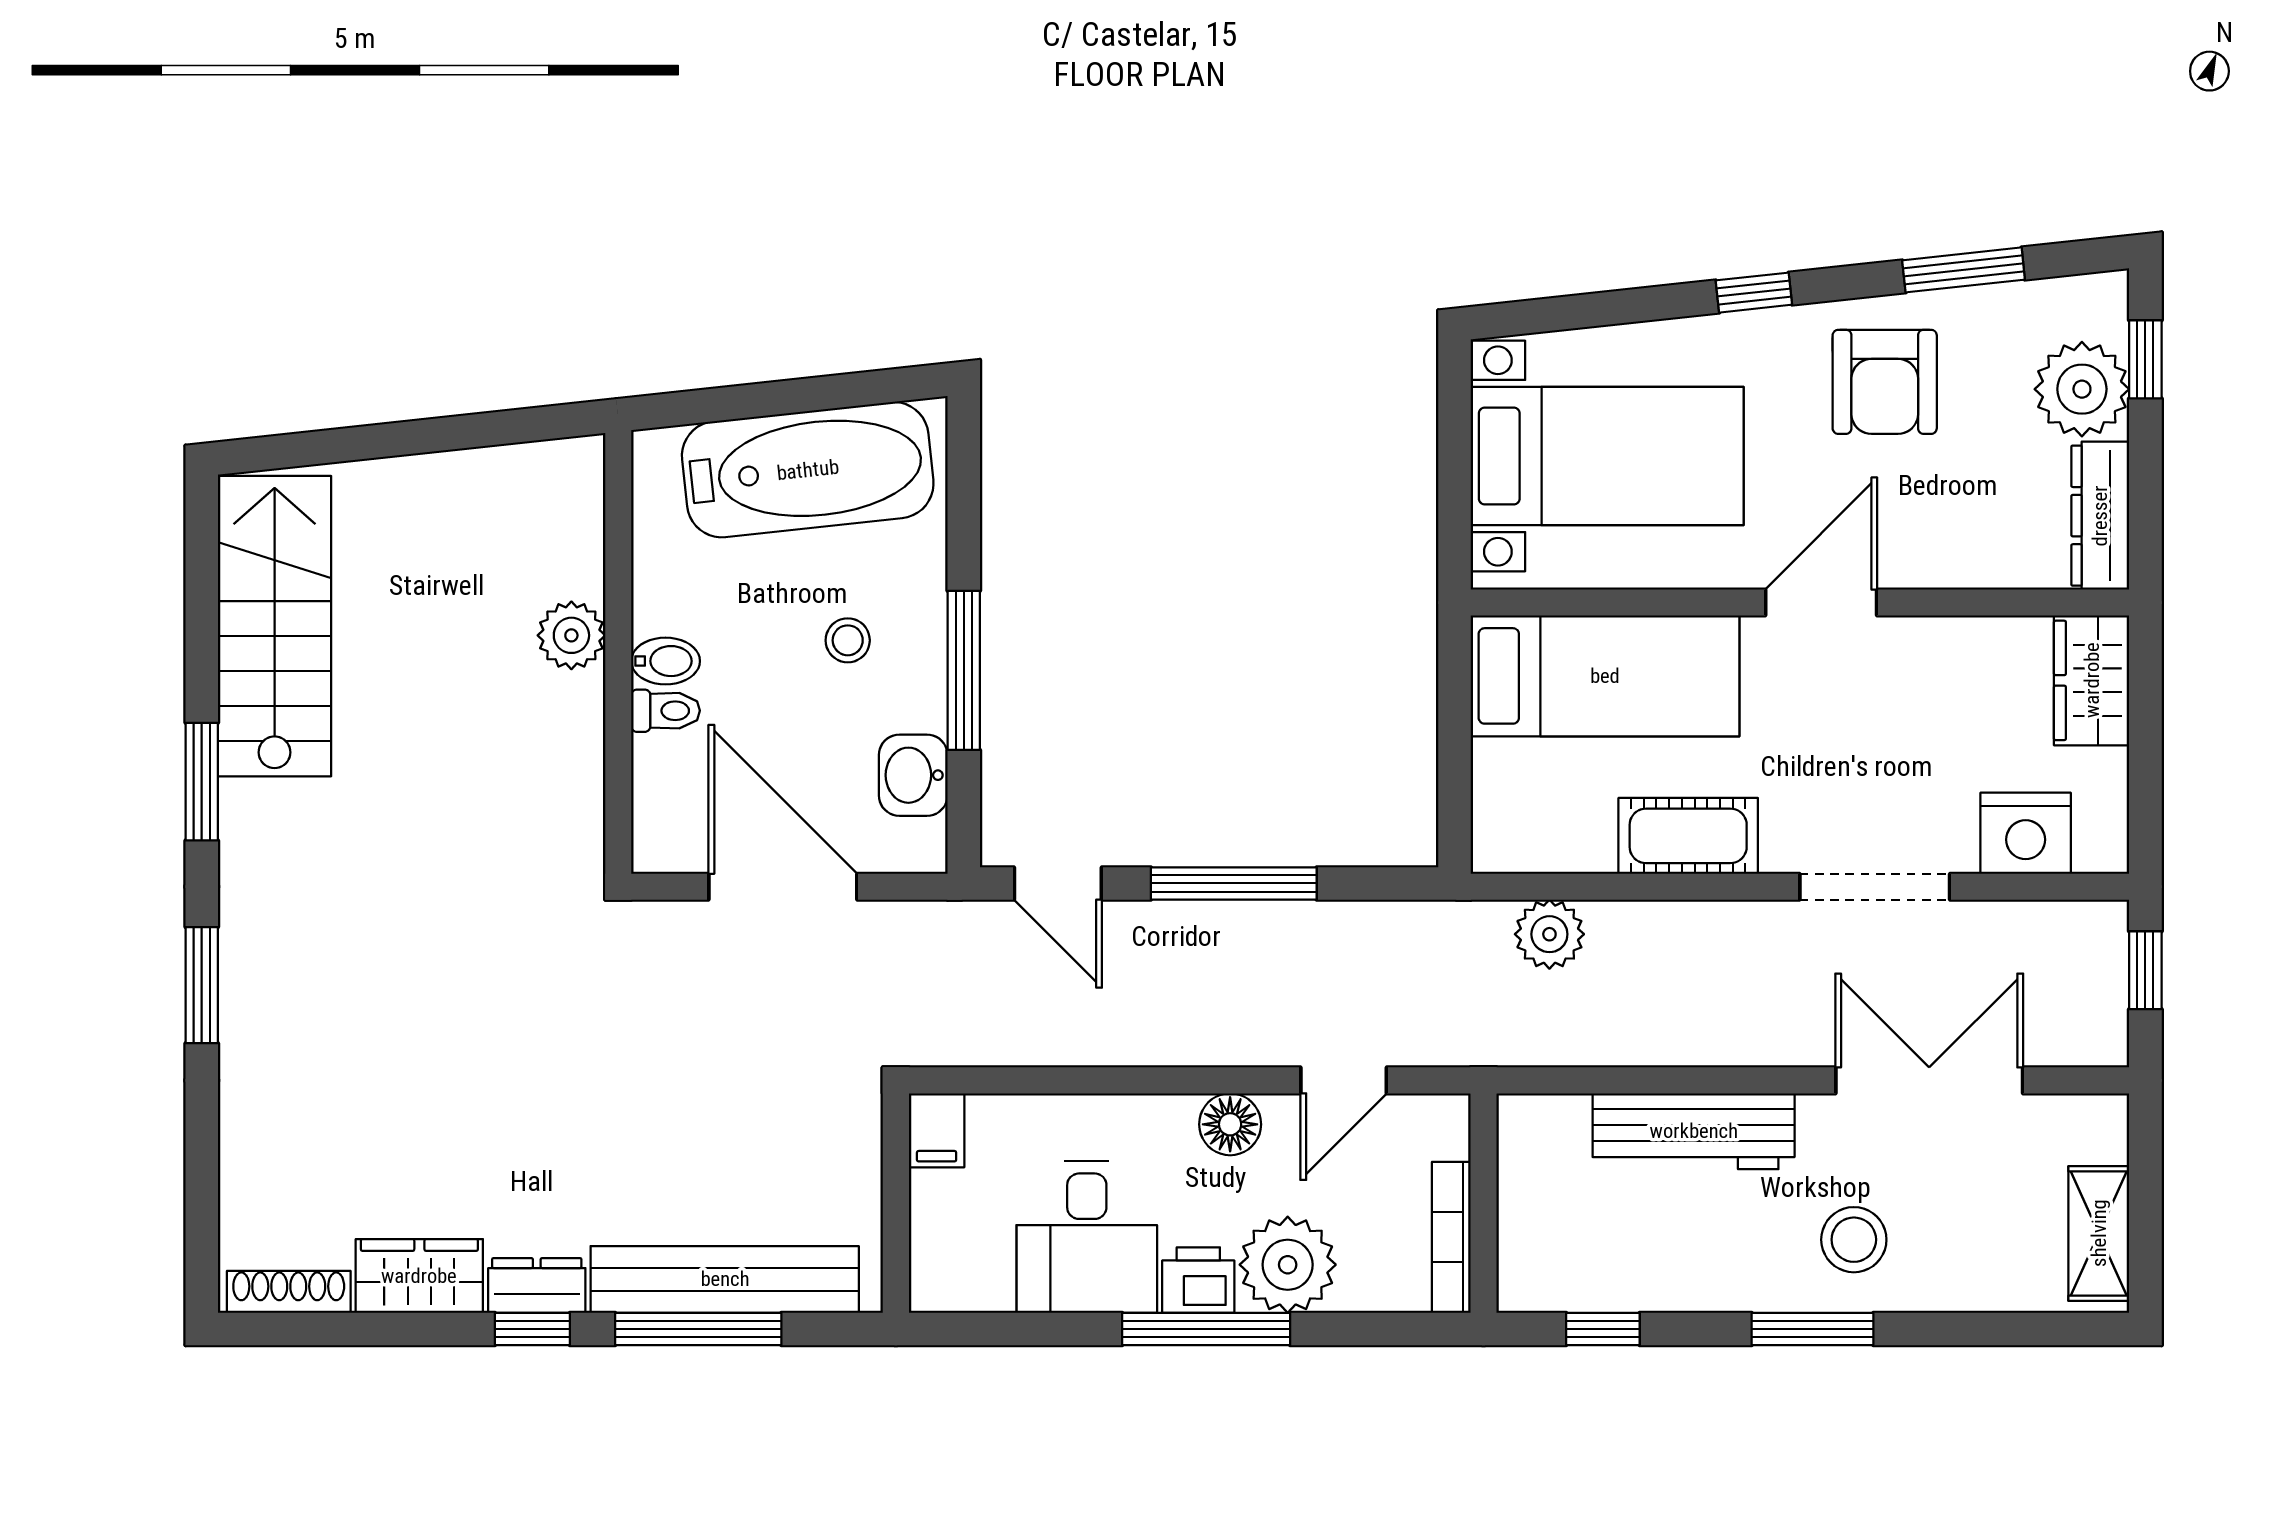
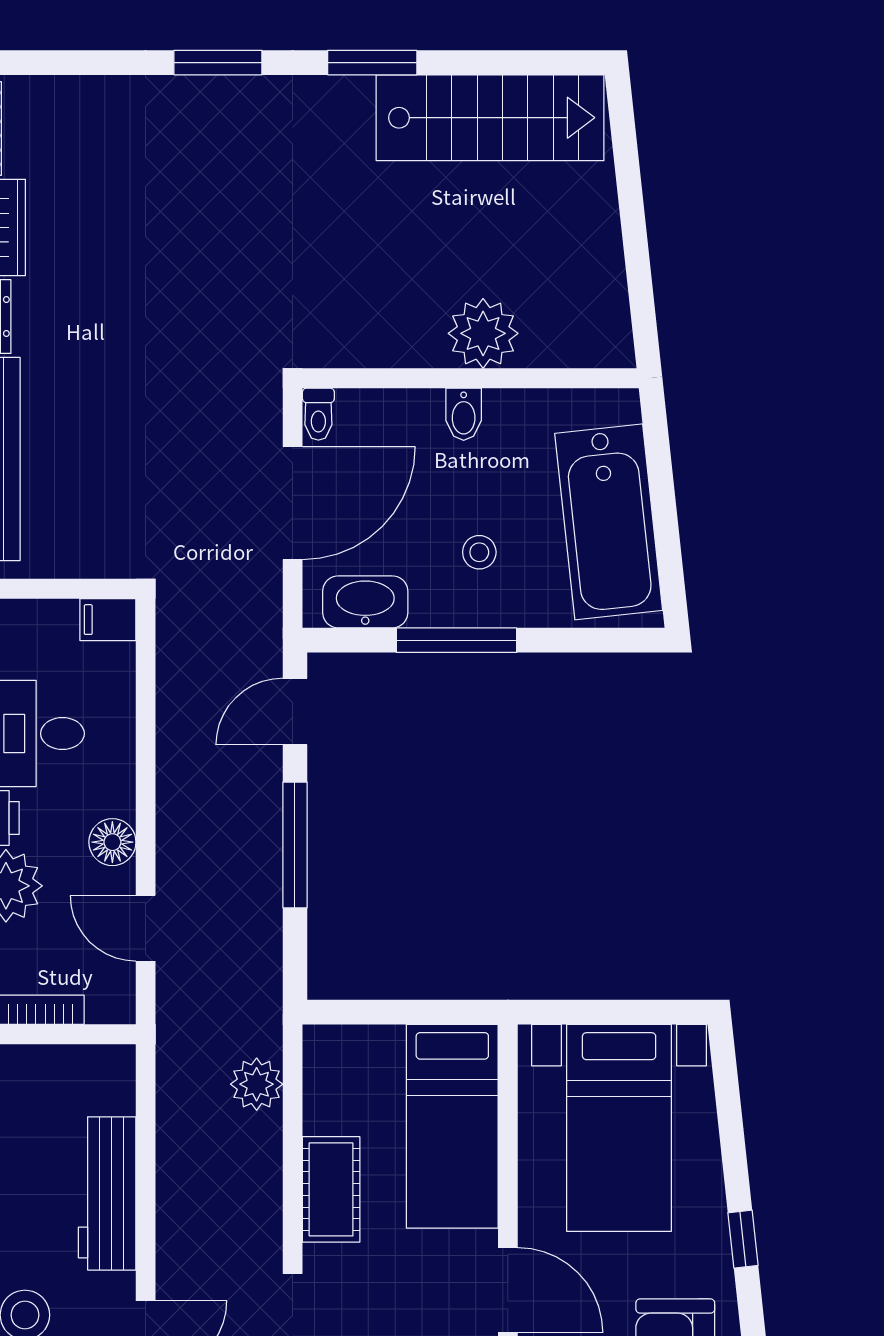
plant: (571, 635) -> (483, 333), width x1.36, depth x1.36
toilet: (666, 711) -> (318, 414), moved
washbasin: (913, 775) -> (365, 602), width x1.38

